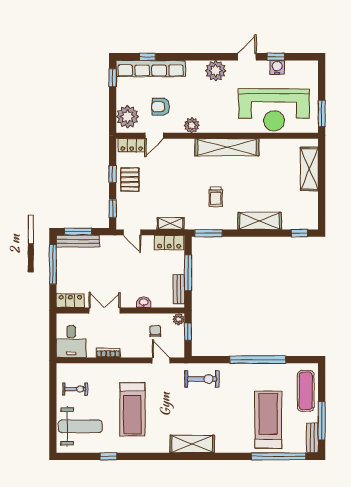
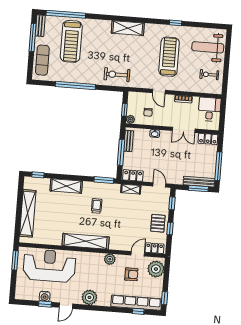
shelving: (309, 169) -> (28, 213), width x1.47
door: (161, 360) -> (159, 92), moved
window: (108, 456) -> (176, 23), moved

